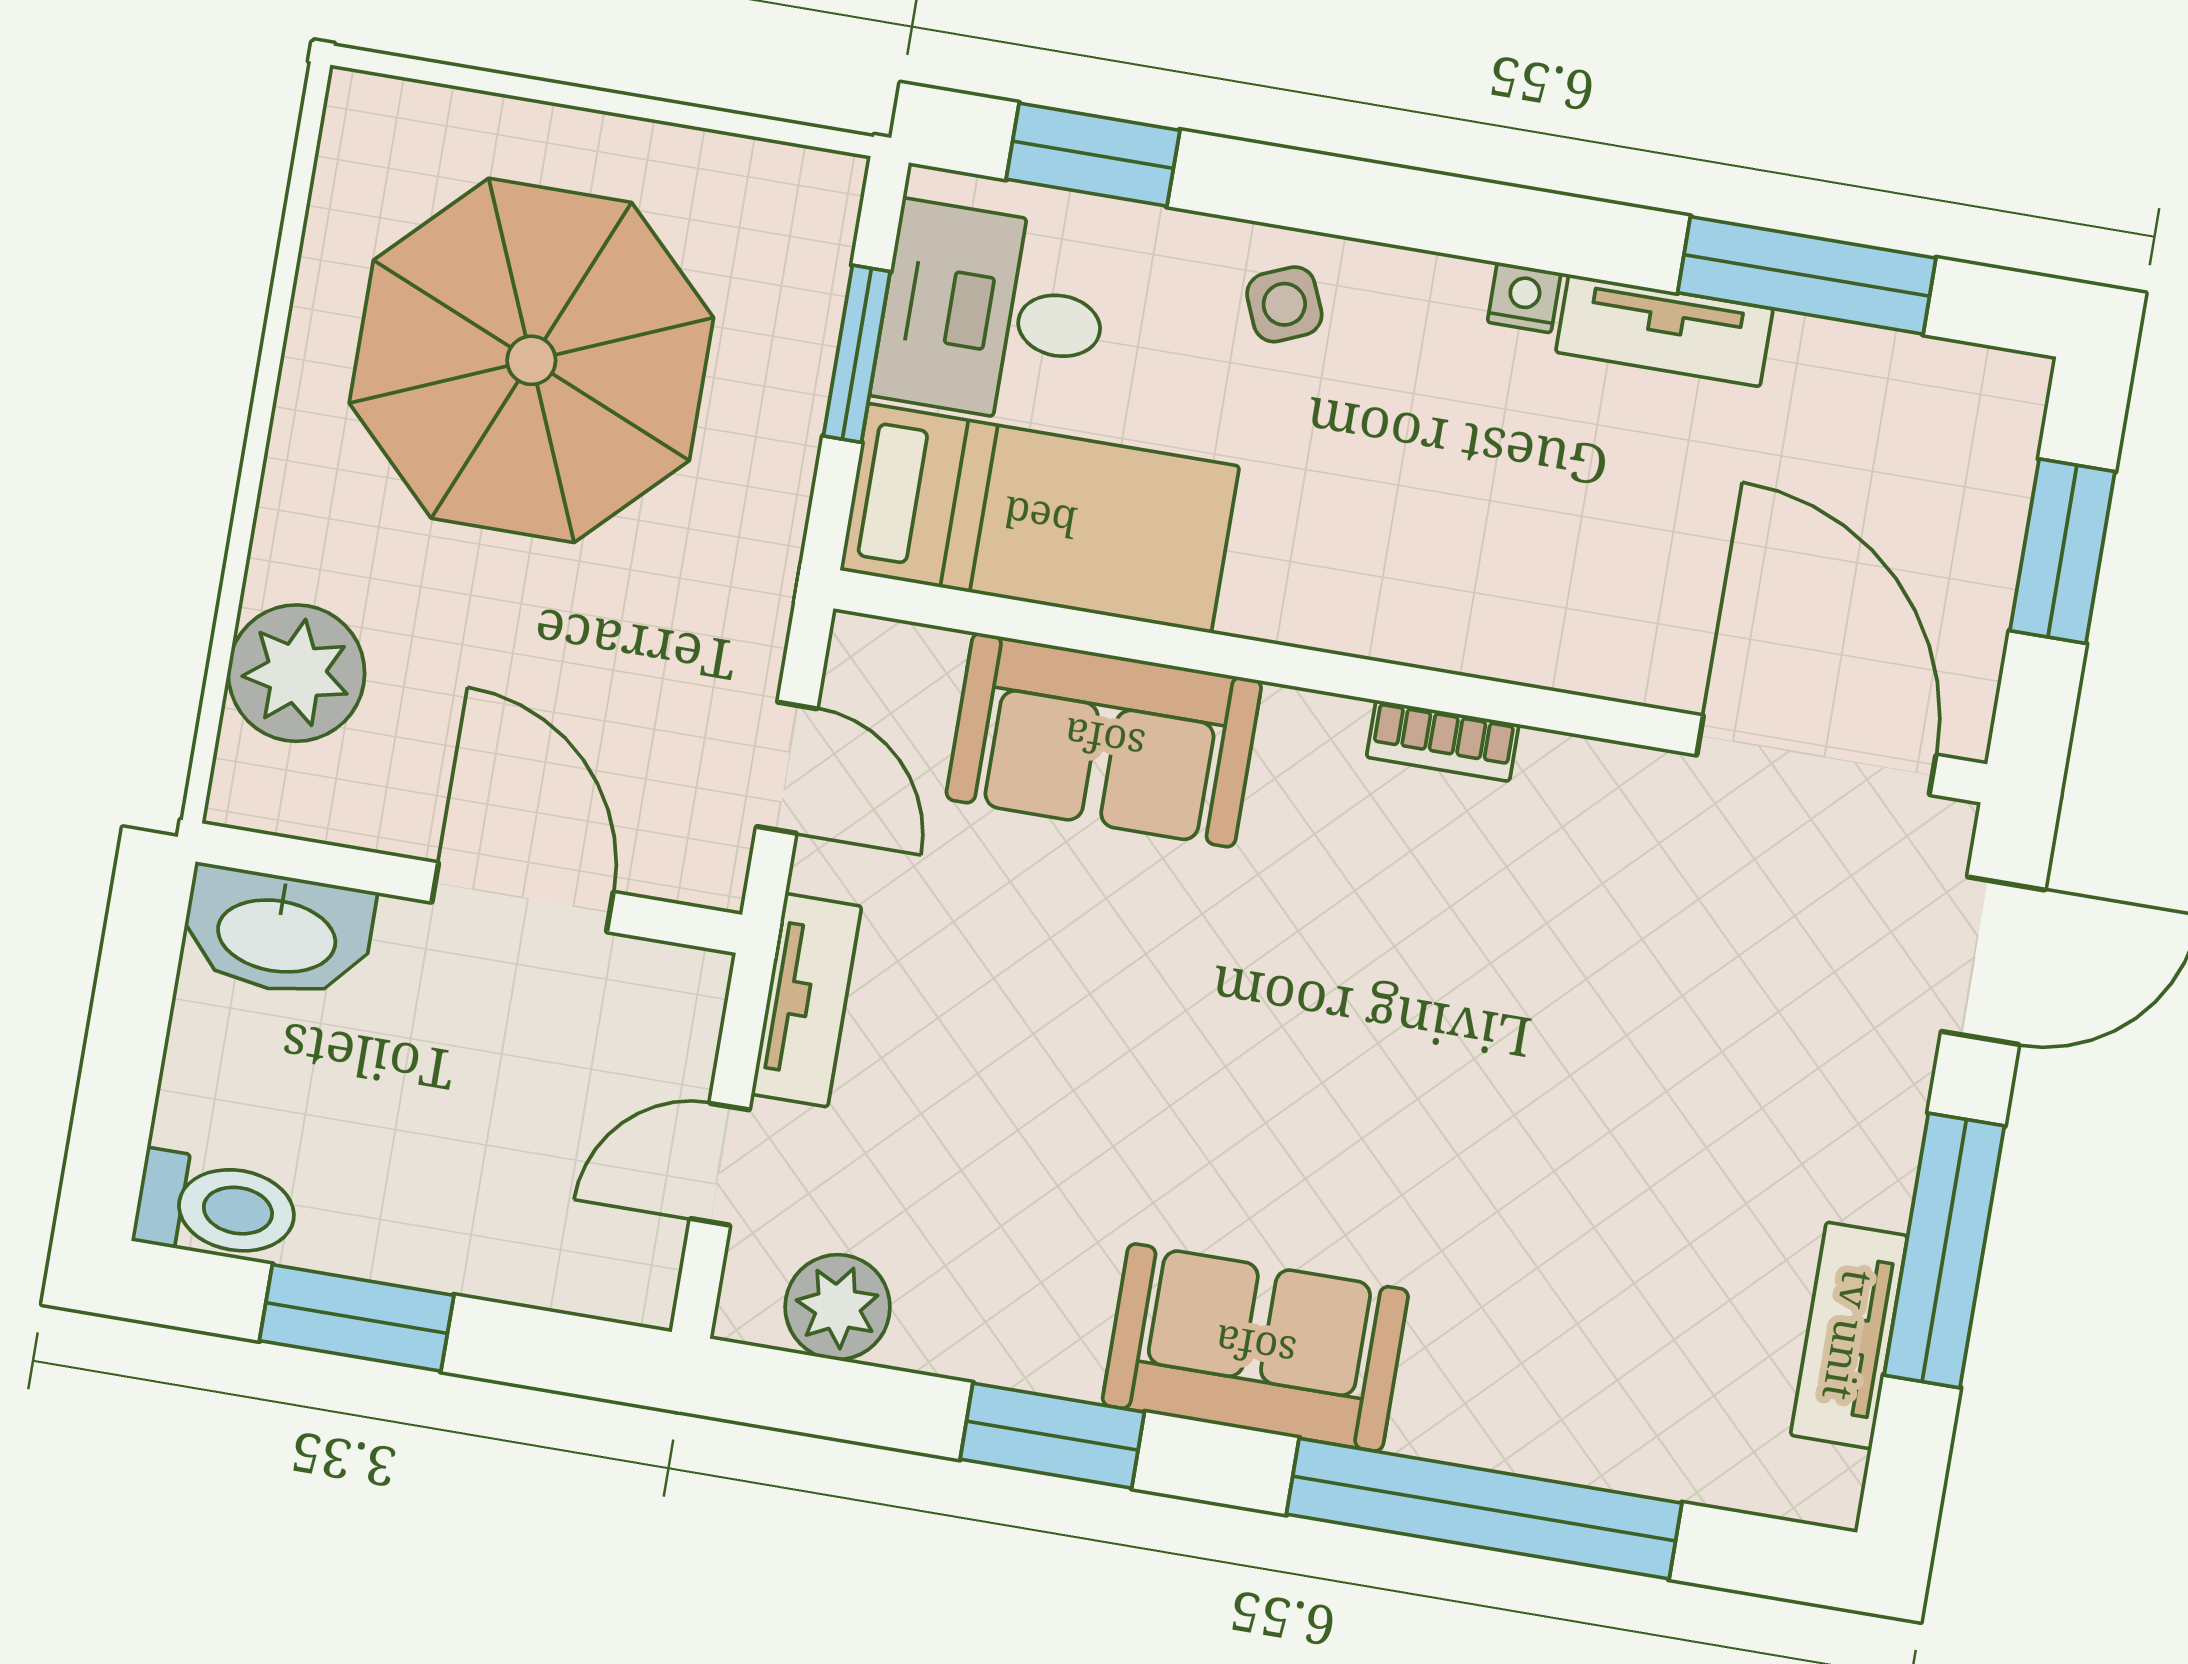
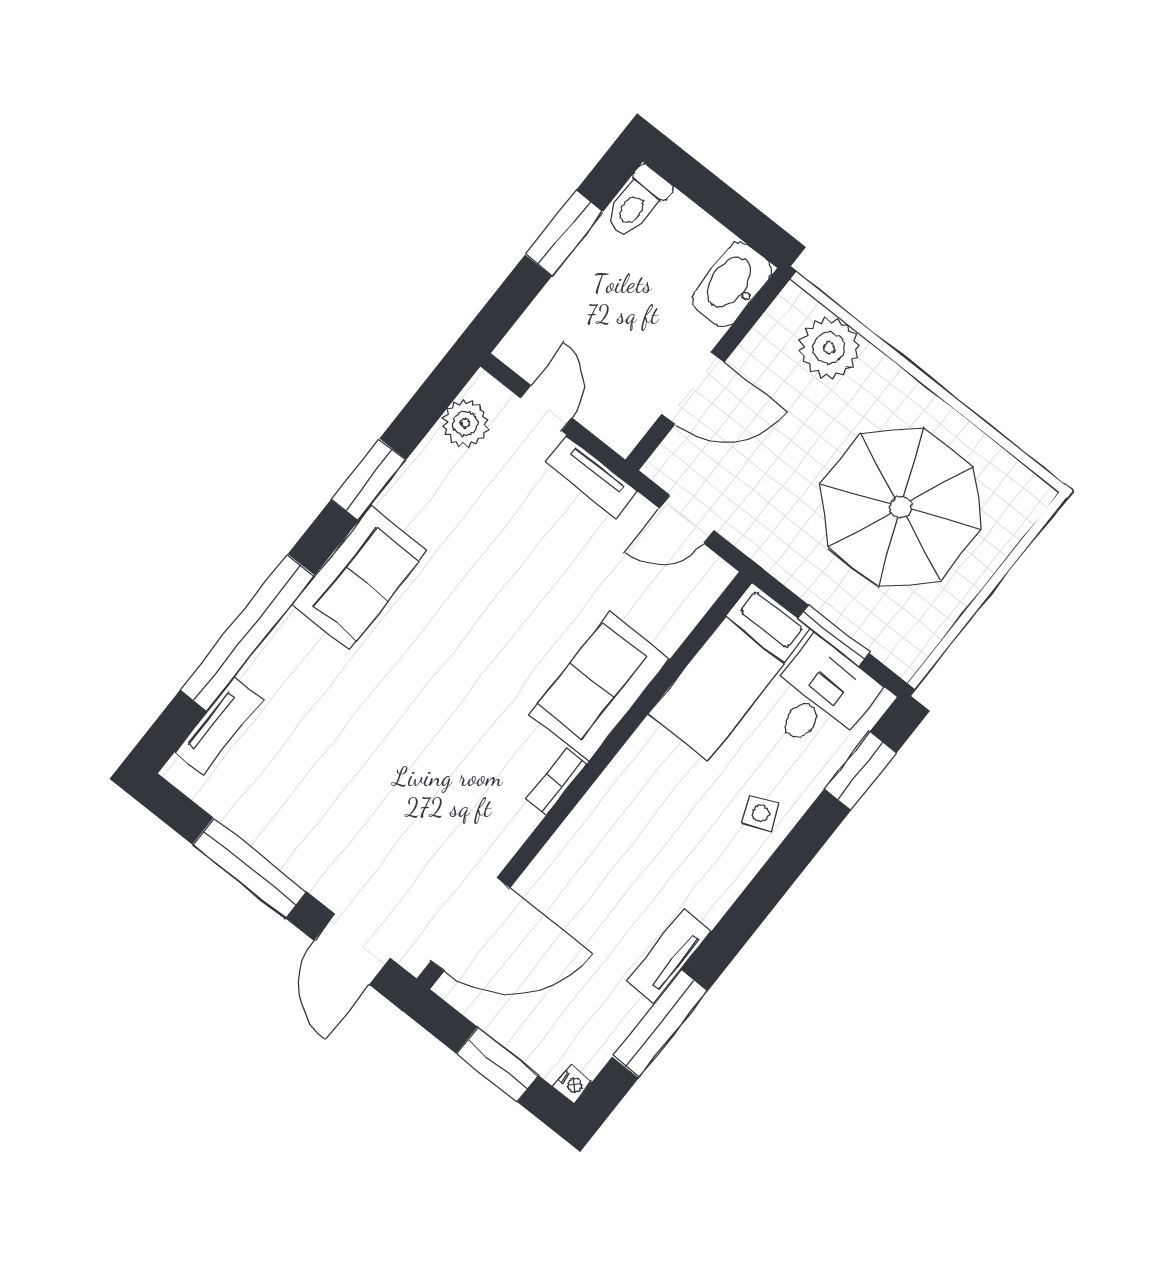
nightstand: (1524, 298) -> (573, 1084), moved
sofa: (1104, 740) -> (600, 687), moved
tv unit: (1849, 1335) -> (219, 726), moved, turned 90

